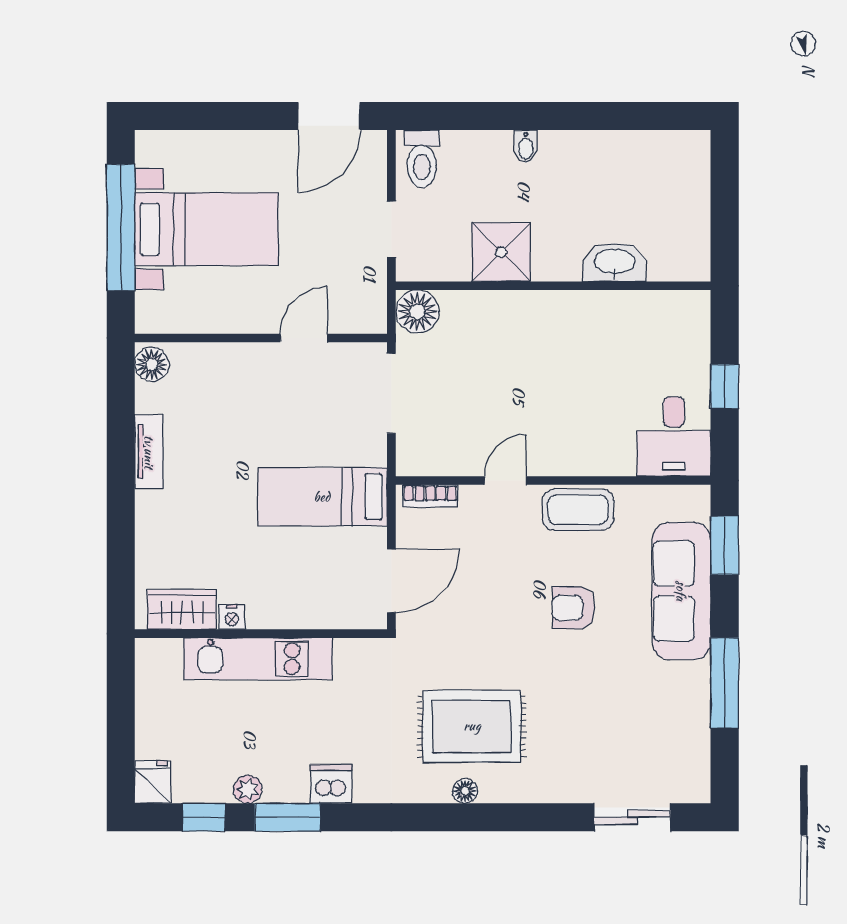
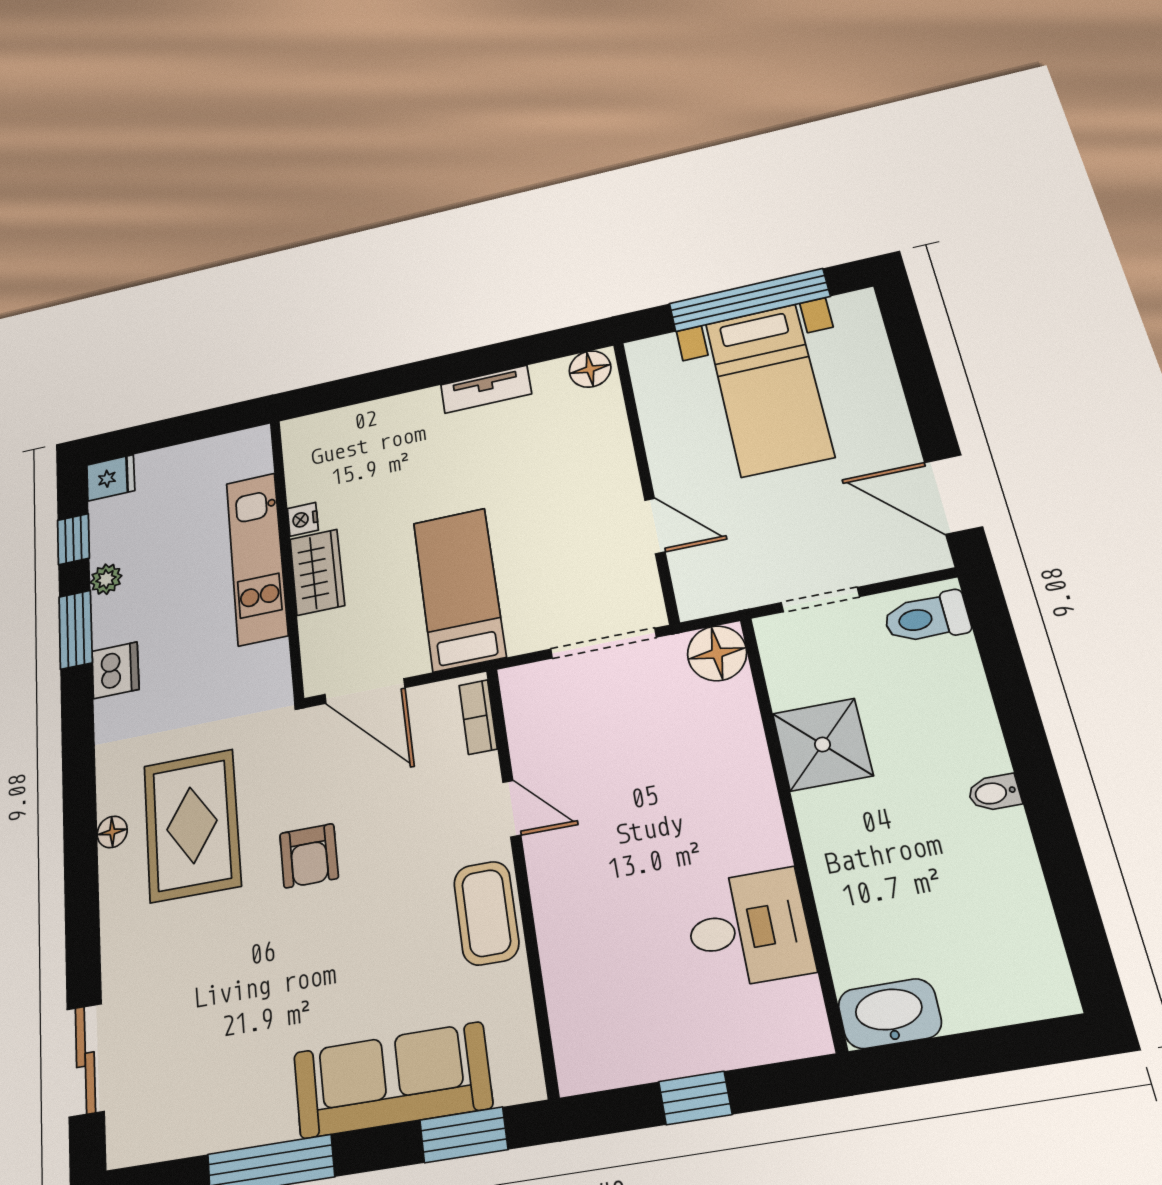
bidet: (526, 146) -> (994, 793), moved
washbasin: (615, 262) -> (890, 1014), moved, turned -90
desk: (674, 437) -> (748, 929), moved, turned 180
armchair: (573, 608) -> (309, 856), moved, turned 180
wardrobe: (182, 609) -> (317, 572), moved

